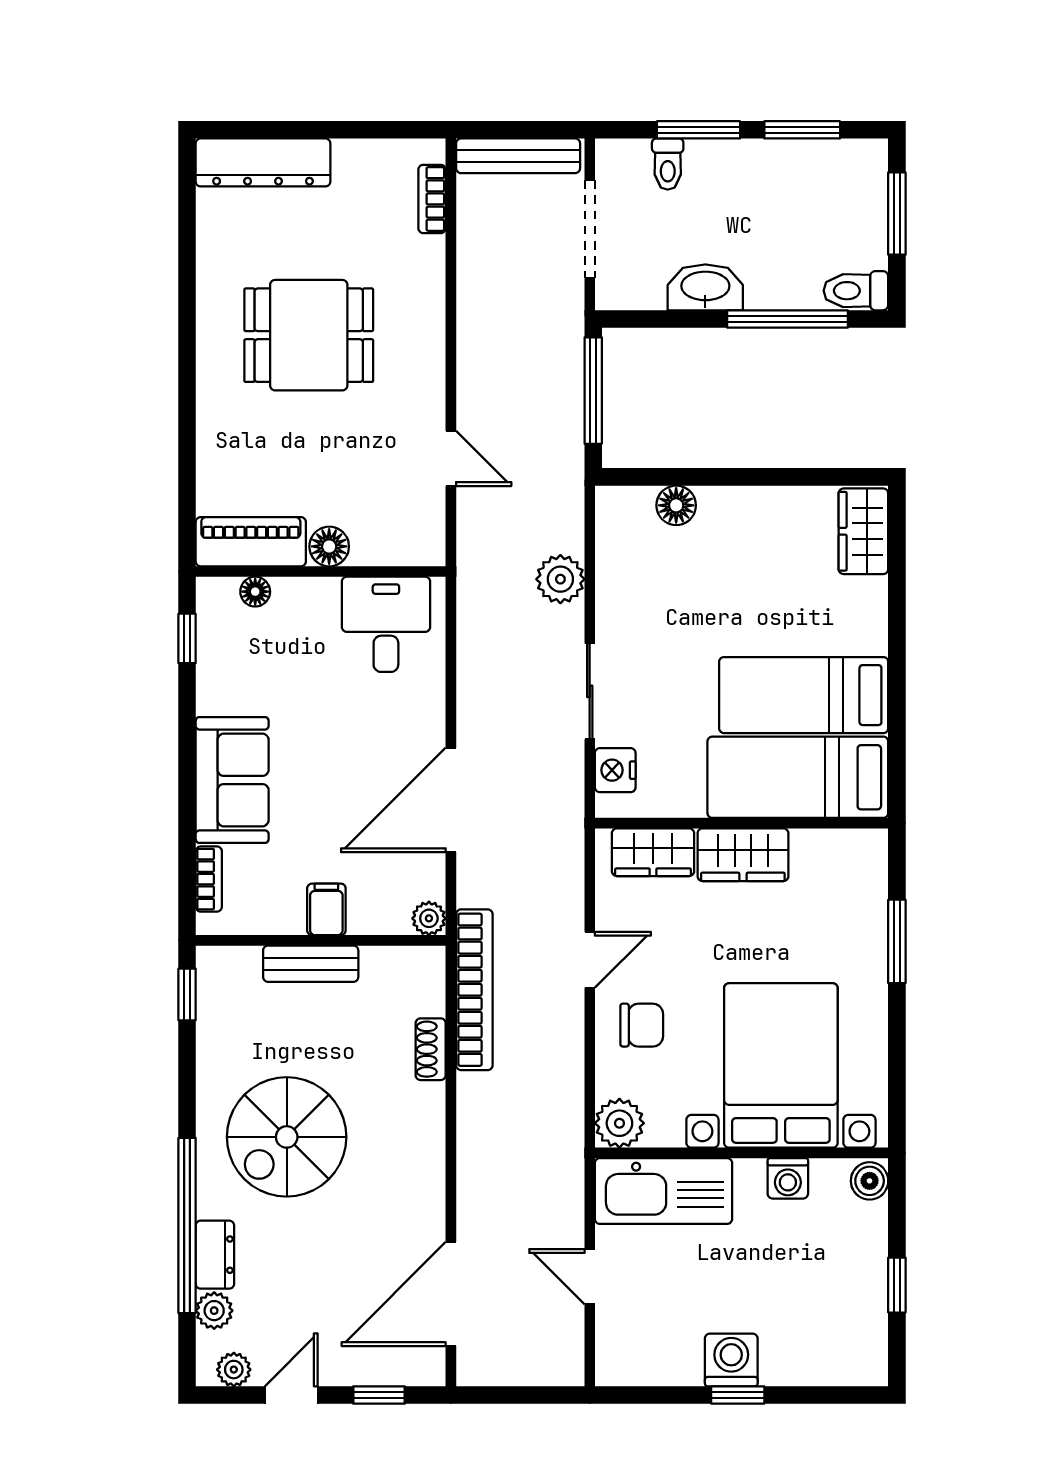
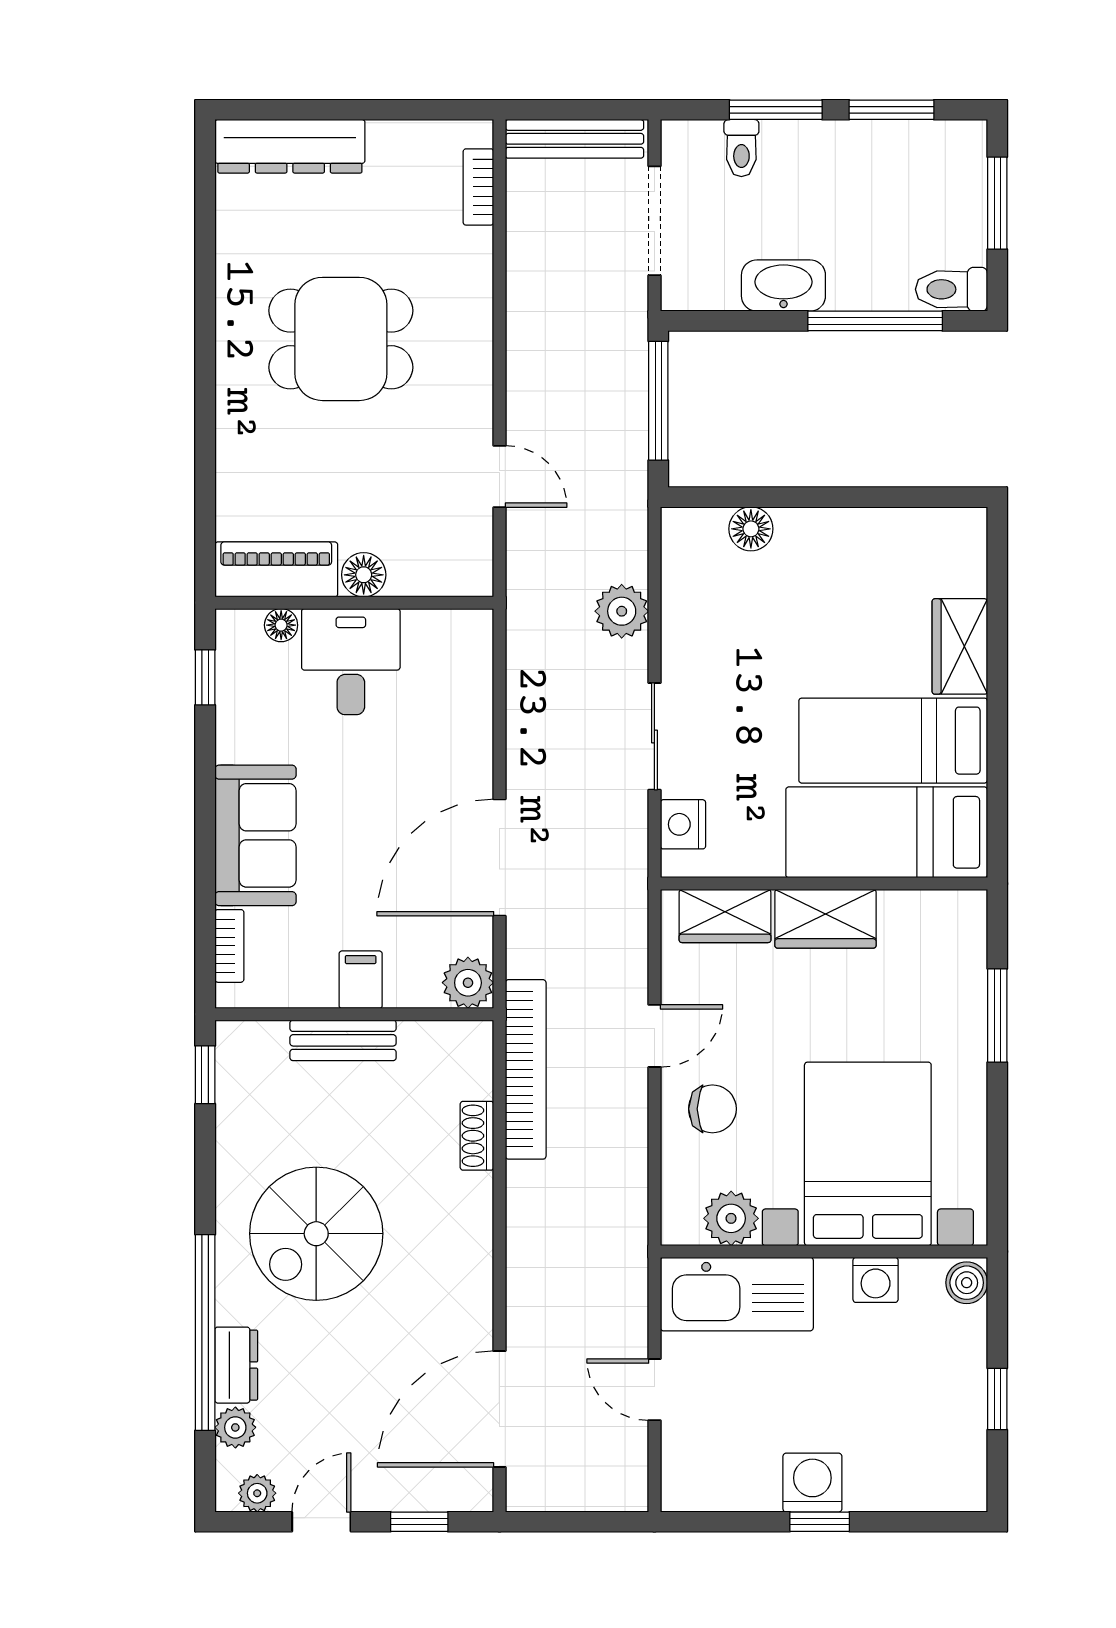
wardrobe: (863, 531) -> (960, 646), moved
desk: (386, 624) -> (351, 662), moved
plant: (429, 918) -> (468, 983), width x1.38, depth x1.38
plant: (619, 1123) -> (731, 1218), moved

